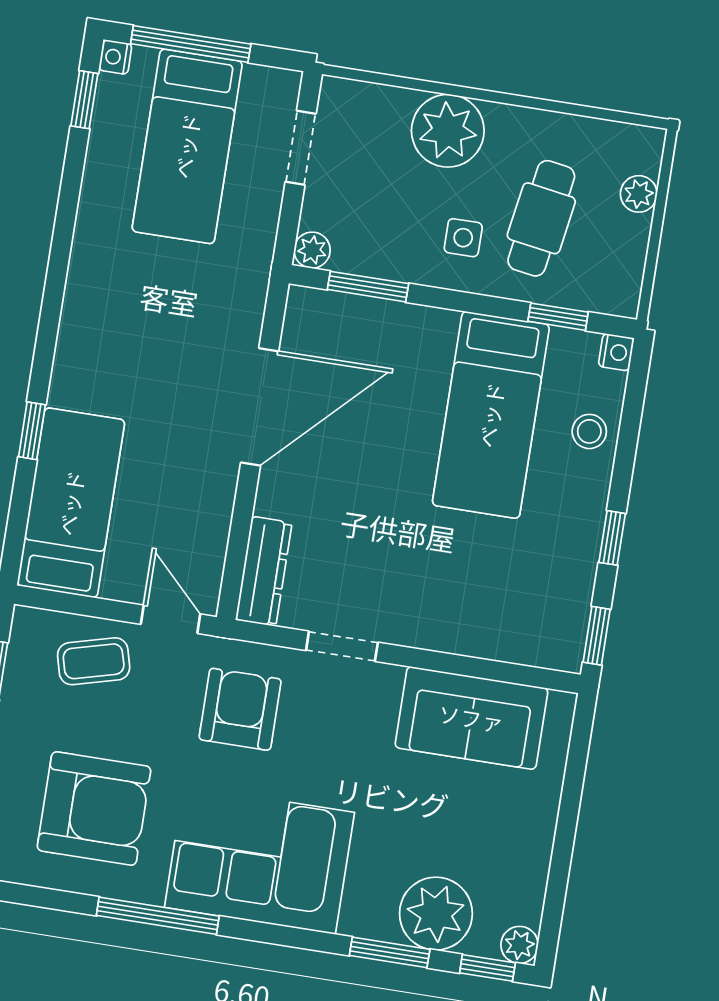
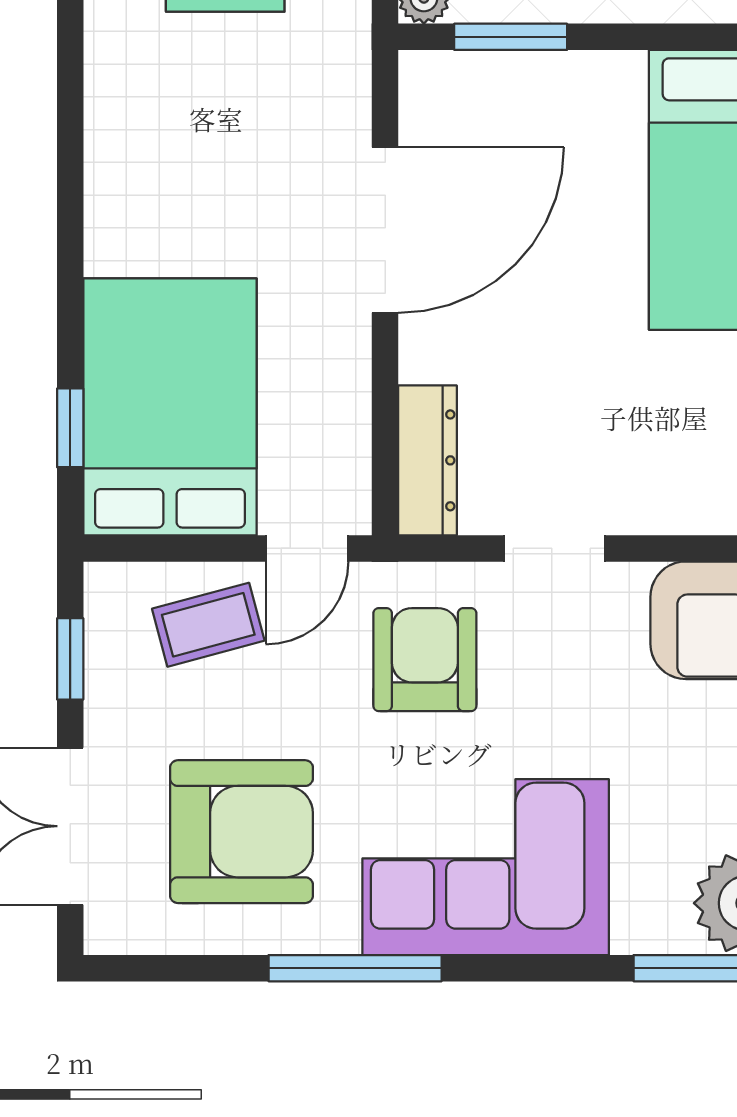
window: (32, 431) -> (70, 428), moved
bed: (71, 503) -> (170, 407), width x1.50
door: (170, 619) -> (307, 548), swing flipped

